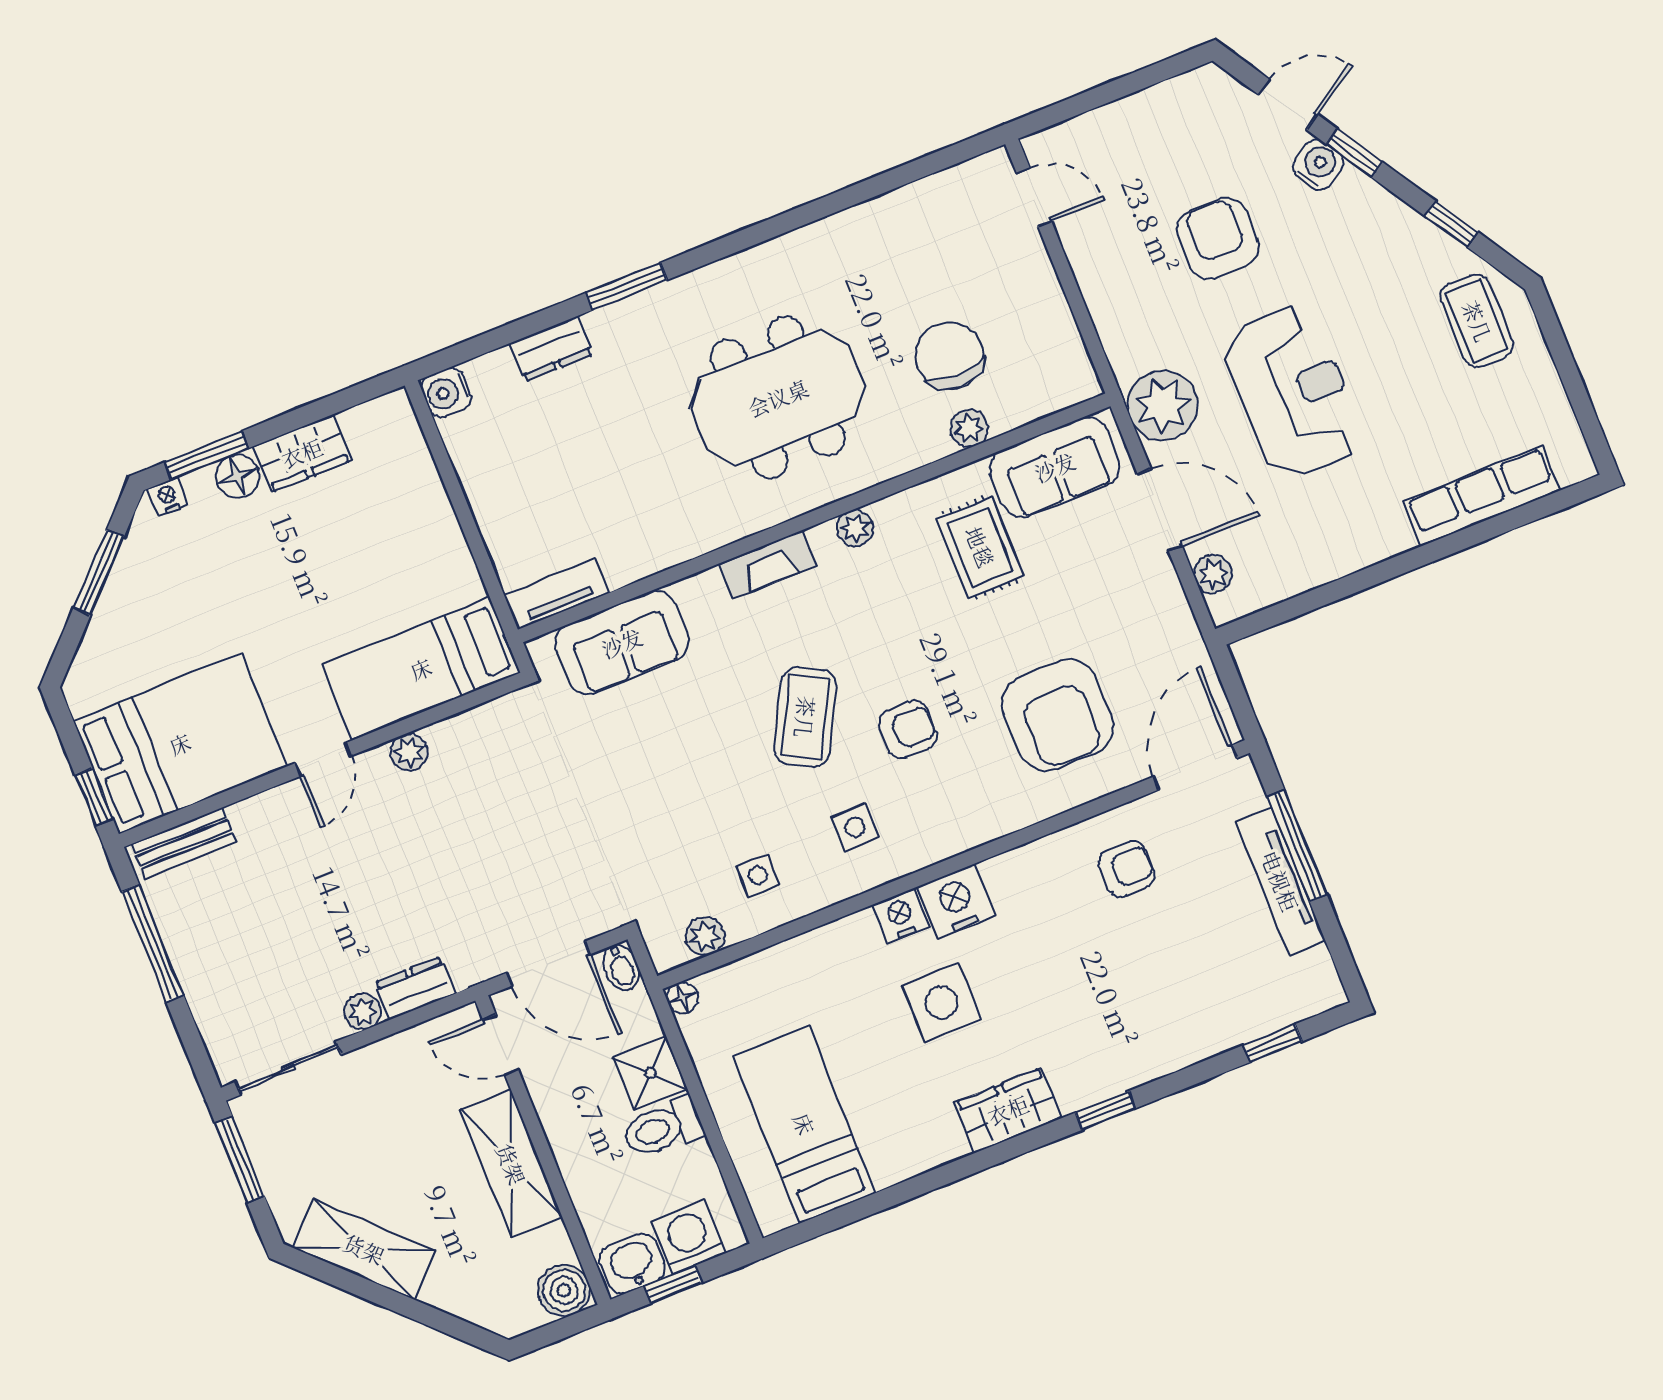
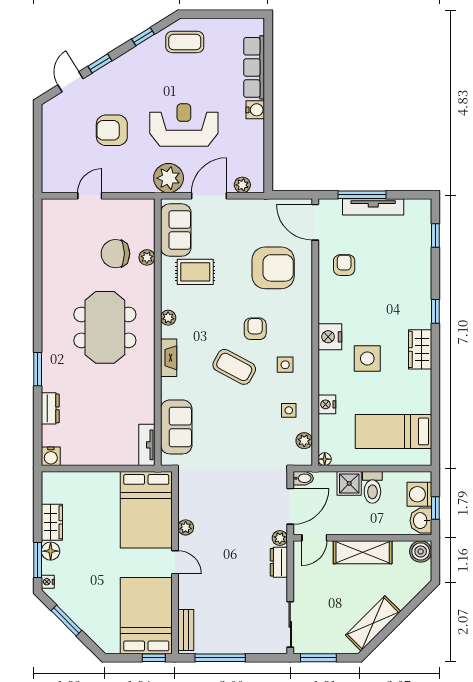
water cooler: (1318, 165) -> (255, 110), moved, turned 122
door: (1034, 197) -> (90, 196), moved
bed: (421, 669) -> (146, 510), width x1.50
nightstand: (900, 916) -> (327, 404), moved
plant: (363, 1012) -> (280, 538), moved

